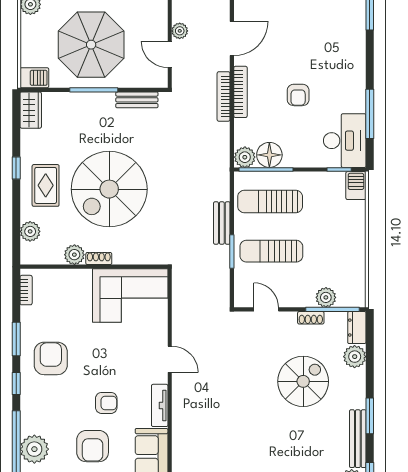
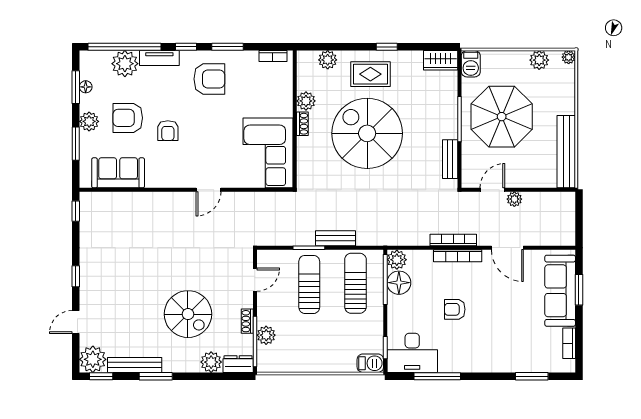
tv unit: (160, 405) -> (159, 58), moved, turned 180

